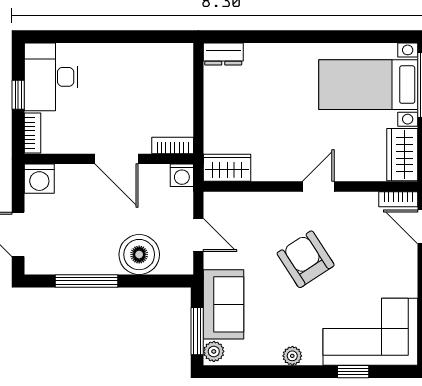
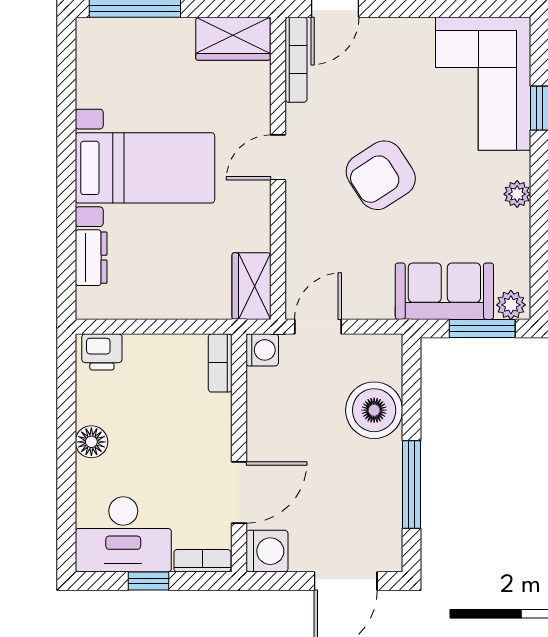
floor lamp: (117, 54) -> (91, 442), added
dresser: (223, 54) -> (91, 258), moved
printer: (180, 62) -> (102, 352), added
bed with nightstands: (368, 85) -> (145, 168), moved, turned -90
door: (116, 159) -> (239, 492), moved
door: (318, 187) -> (278, 157), hinge flipped
bookcase: (398, 199) -> (296, 60), width x1.56
door: (198, 235) -> (318, 327), moved

